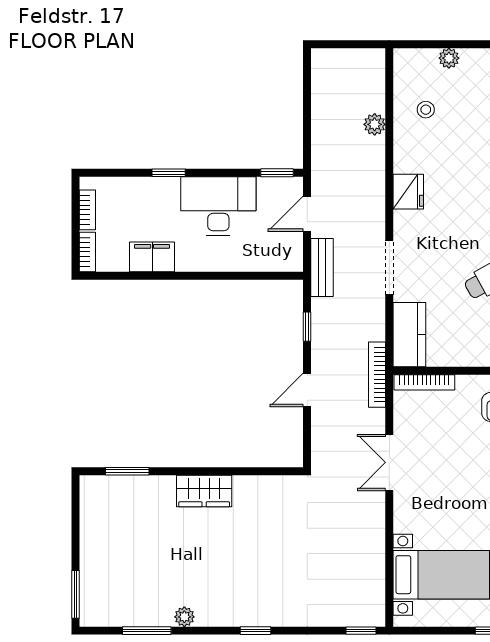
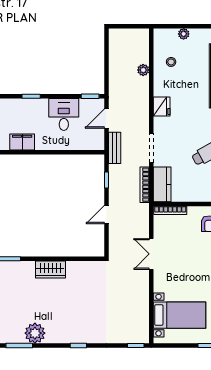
desk: (218, 206) -> (64, 114), width x0.73
bookcase: (377, 375) -> (145, 185), moved
plant: (184, 617) -> (35, 333), width x1.88, depth x1.88

